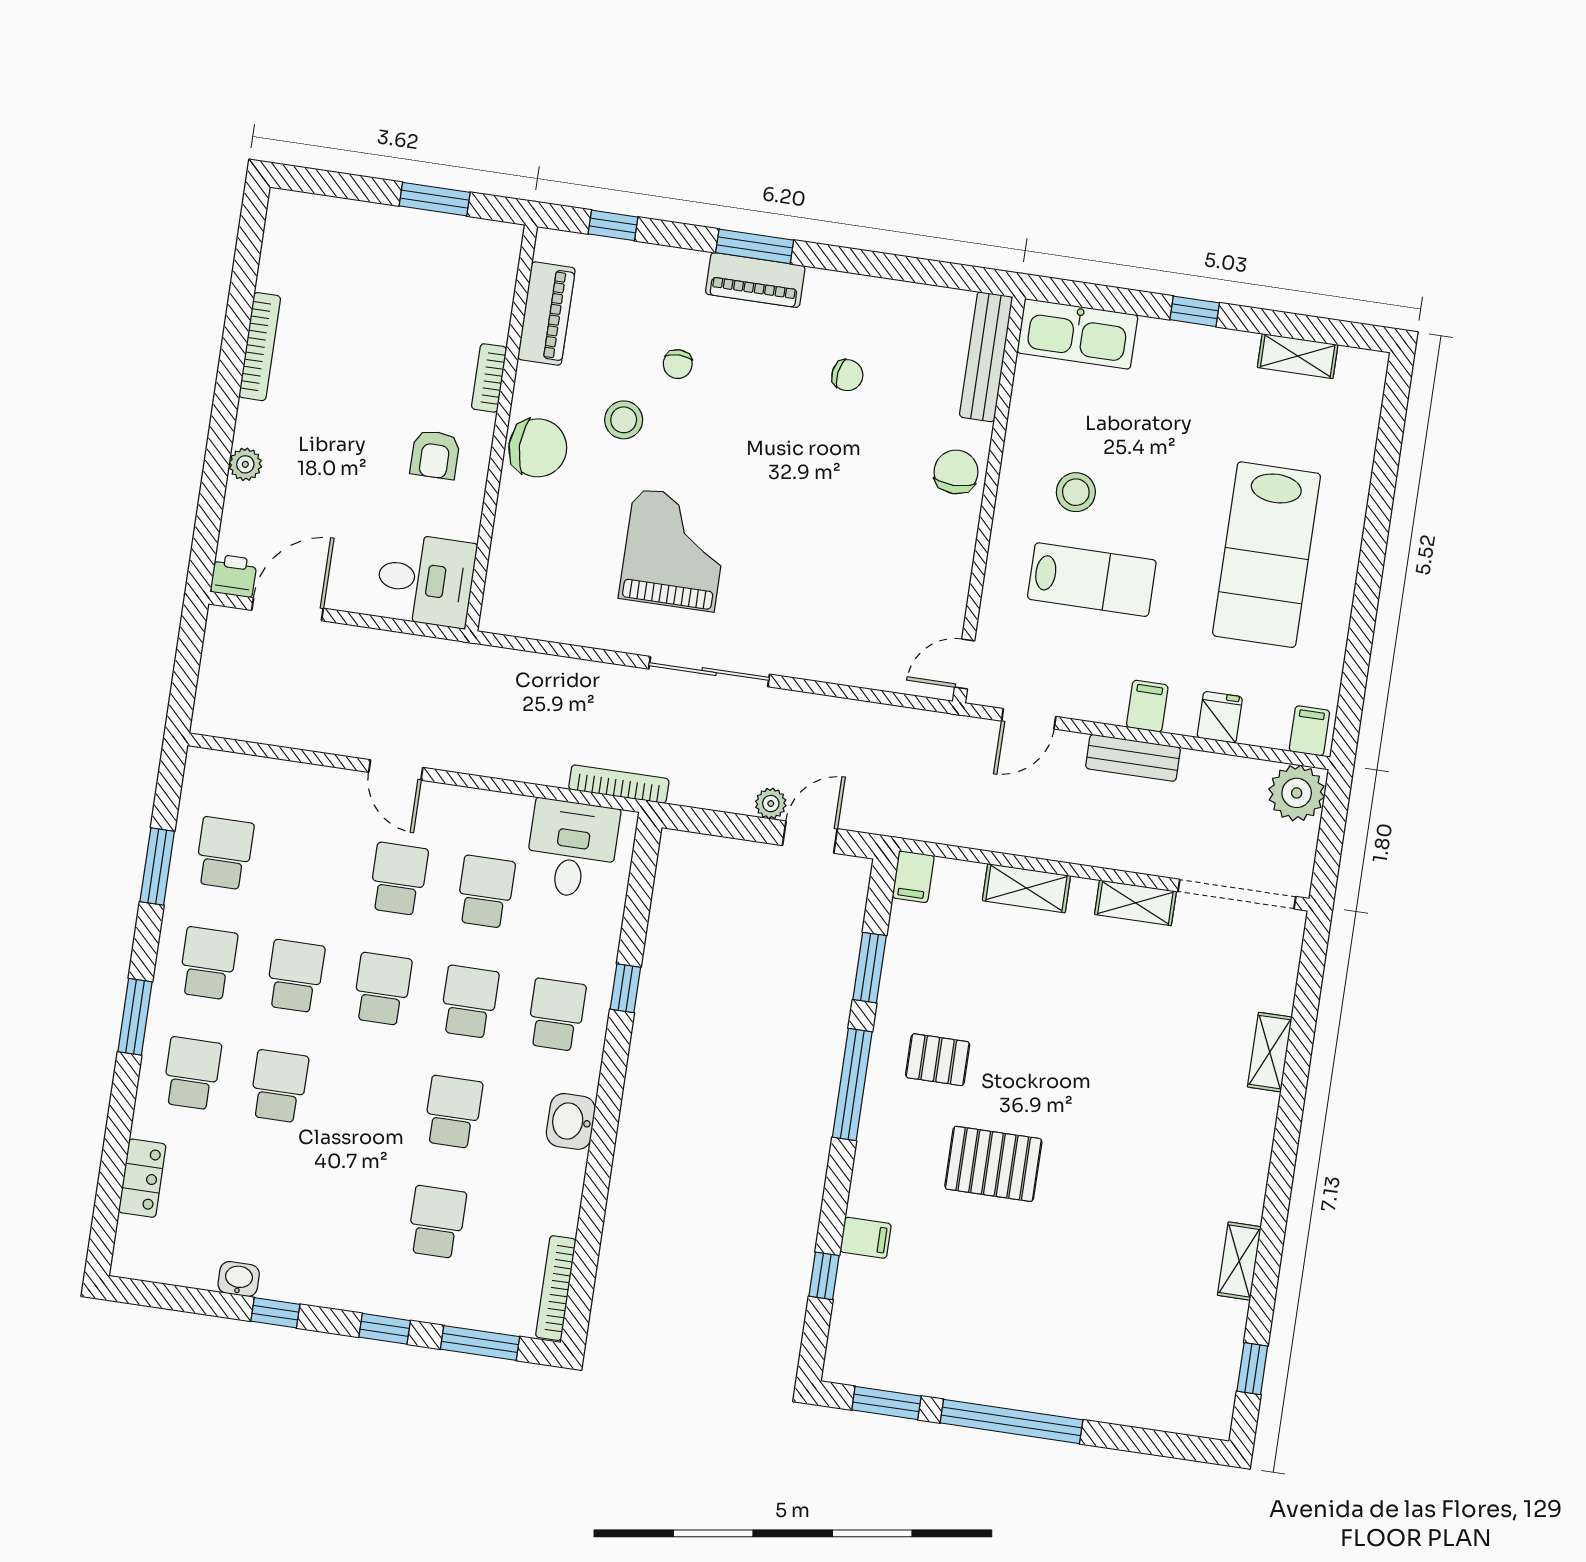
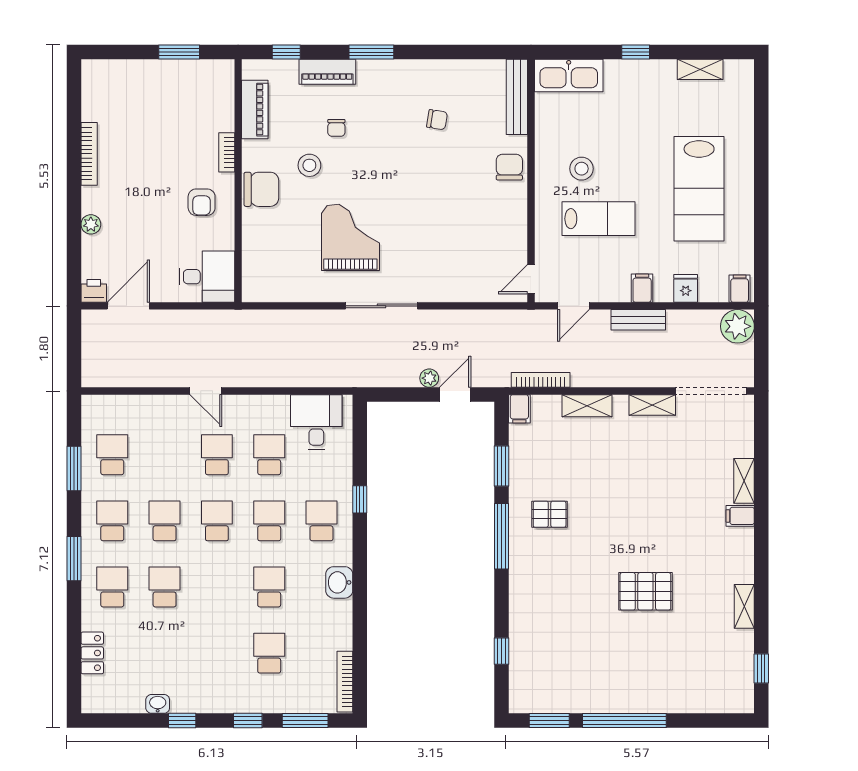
piano: (755, 280) -> (327, 72), moved
bookcase: (619, 784) -> (541, 380), moved
pallet: (993, 1164) -> (645, 591), moved
filing cabinet: (866, 1238) -> (740, 516), moved, turned 180

